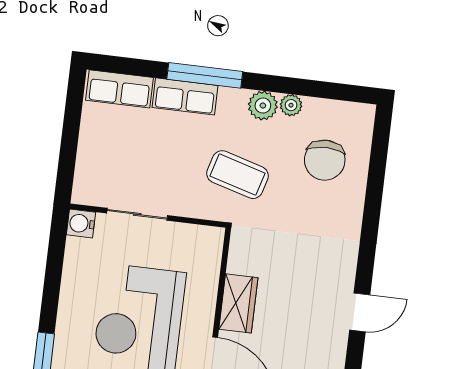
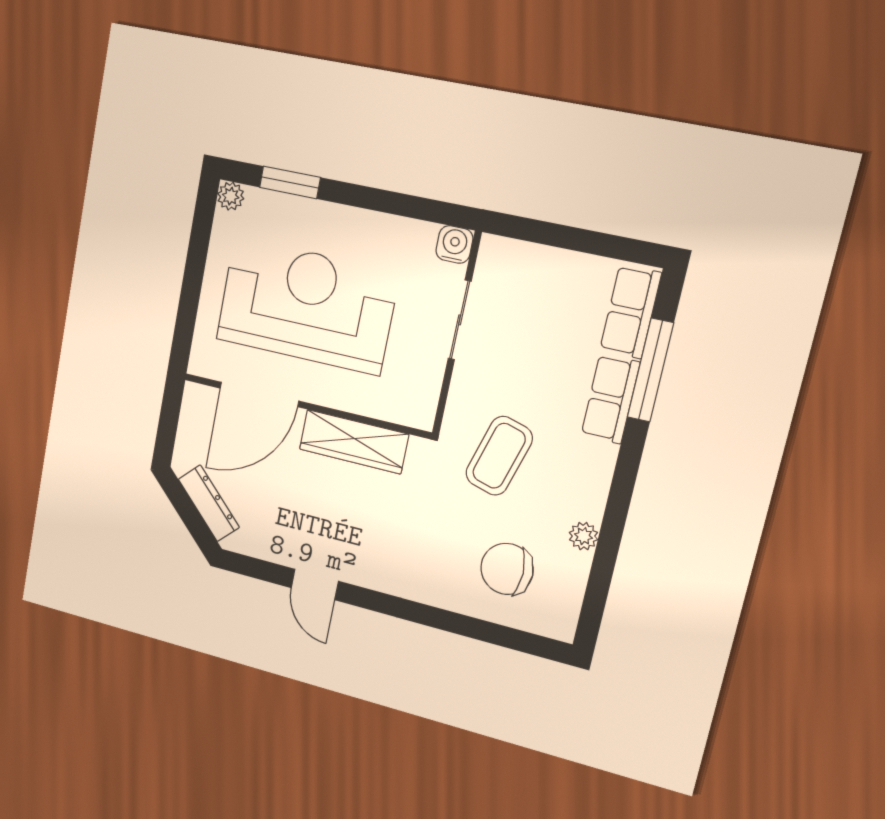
window: (205, 75) -> (650, 370), moved
plant: (263, 106) -> (587, 500), removed
wardrobe: (238, 303) -> (354, 442), width x1.50

